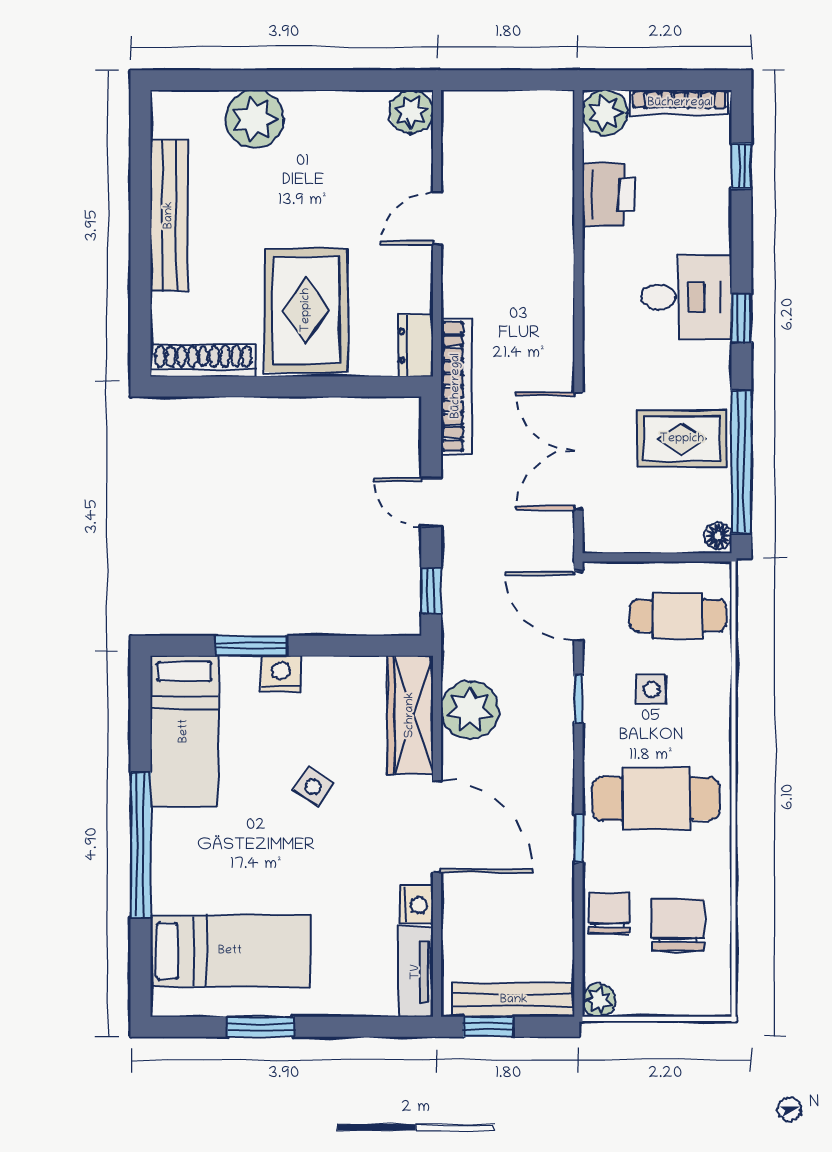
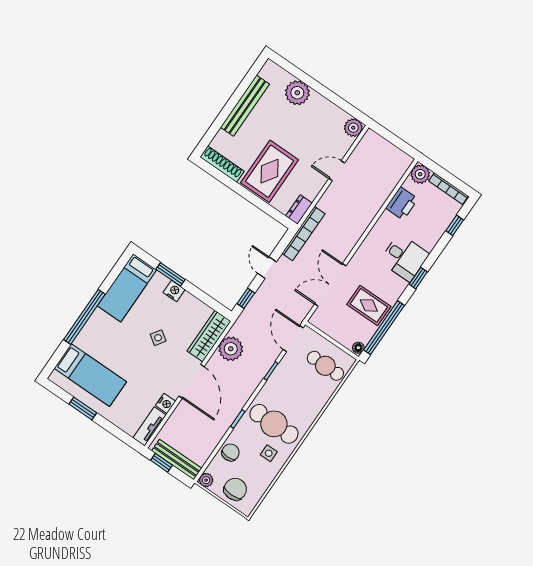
side table: (652, 690) -> (269, 453), moved
chair: (678, 925) -> (235, 489), moved

